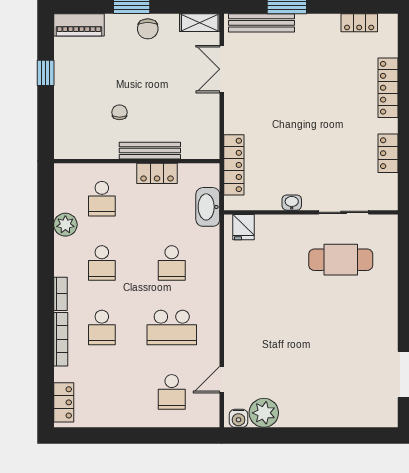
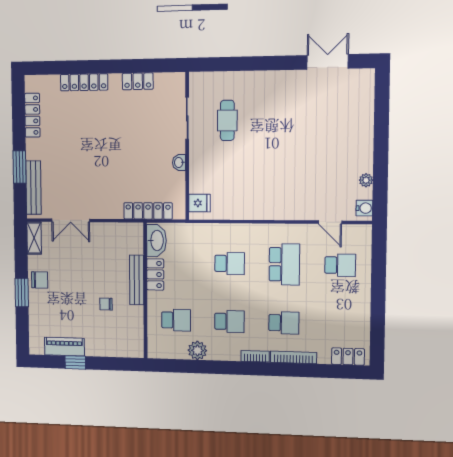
locker: (359, 23) -> (32, 115), width x1.53
piano: (79, 25) -> (64, 347), moved, turned -90
washbasin: (208, 207) -> (156, 240), moved, turned -90
cafe table: (341, 260) -> (227, 120), width x0.73, depth x0.74
plant: (264, 413) -> (366, 180), width x0.53, depth x0.53

